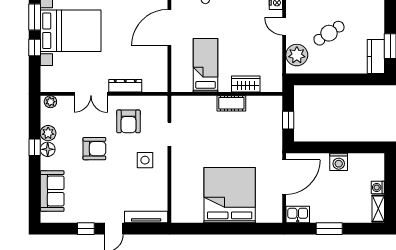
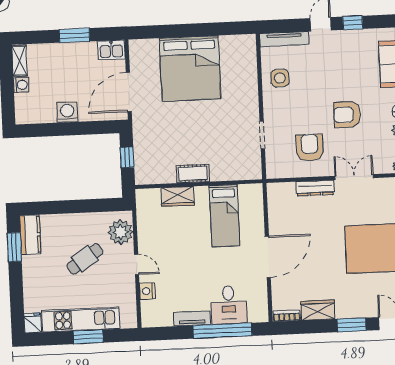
side table: (145, 160) -> (280, 78), moved

